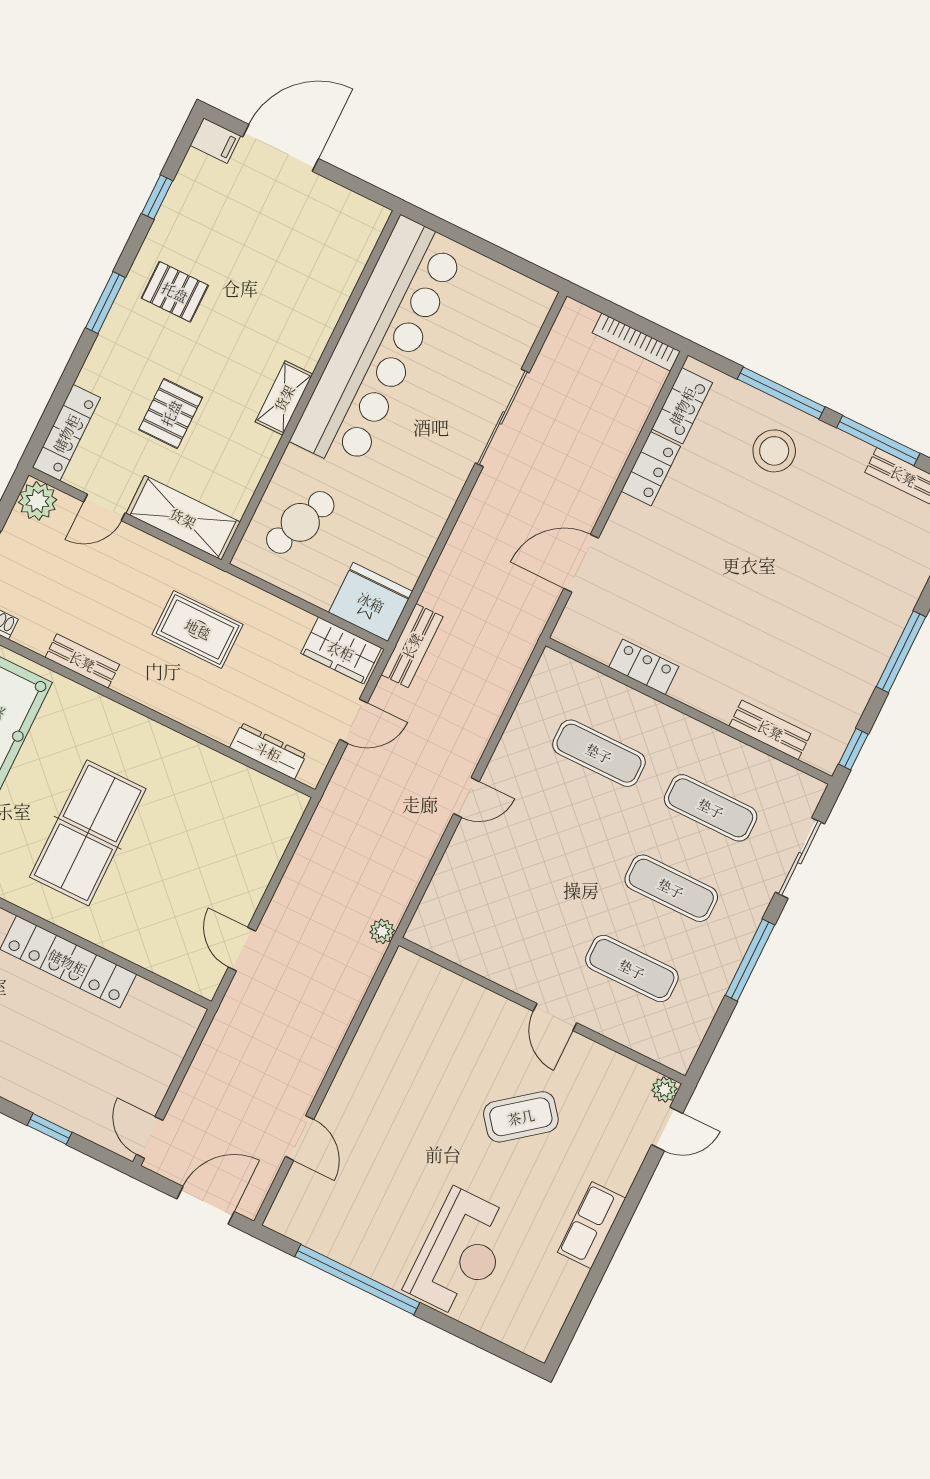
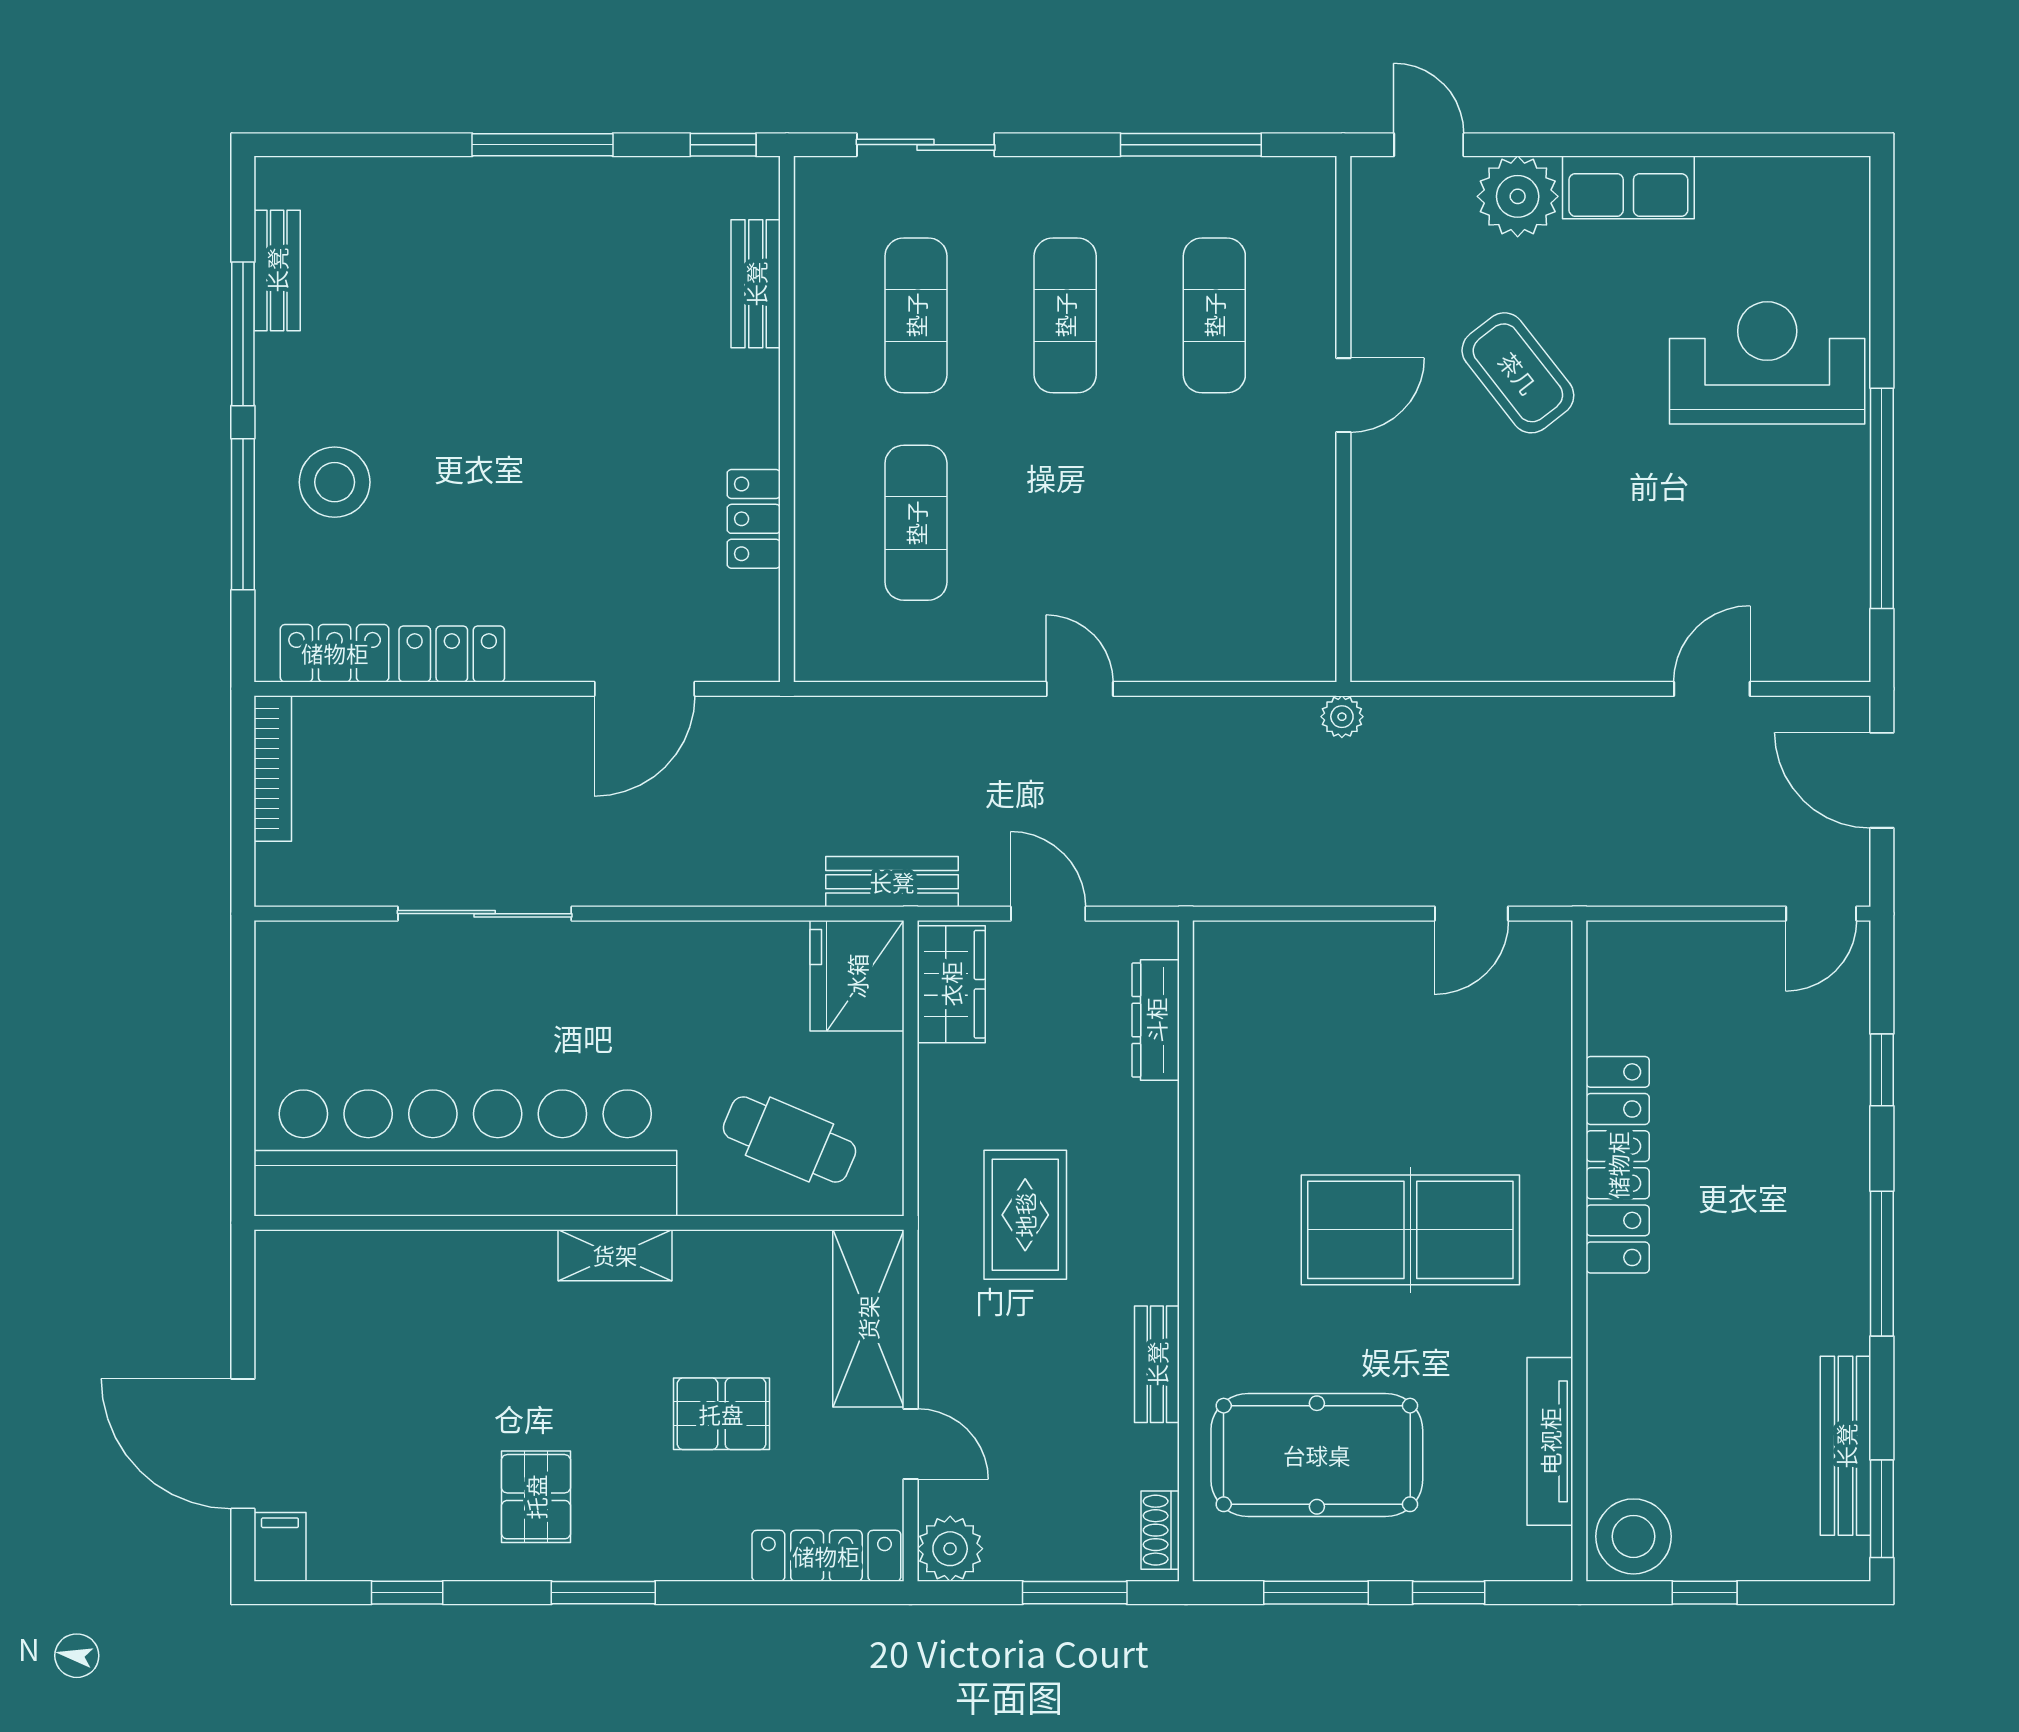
door: (581, 563) -> (644, 689), hinge flipped
window: (750, 960) -> (1191, 145), moved
plant: (665, 1090) -> (1518, 196), moved, width x1.88, depth x1.88

